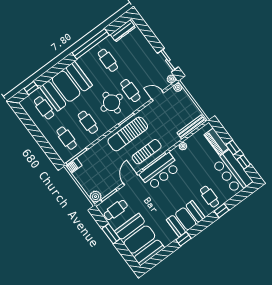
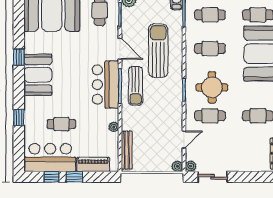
sun lounger: (128, 134) -> (158, 51), moved
cafe table: (209, 197) -> (61, 124), moved

